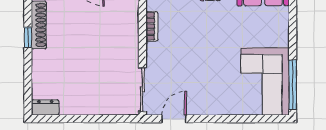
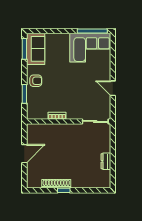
dresser: (45, 107) -> (106, 161), moved
door: (174, 119) -> (113, 88), moved

